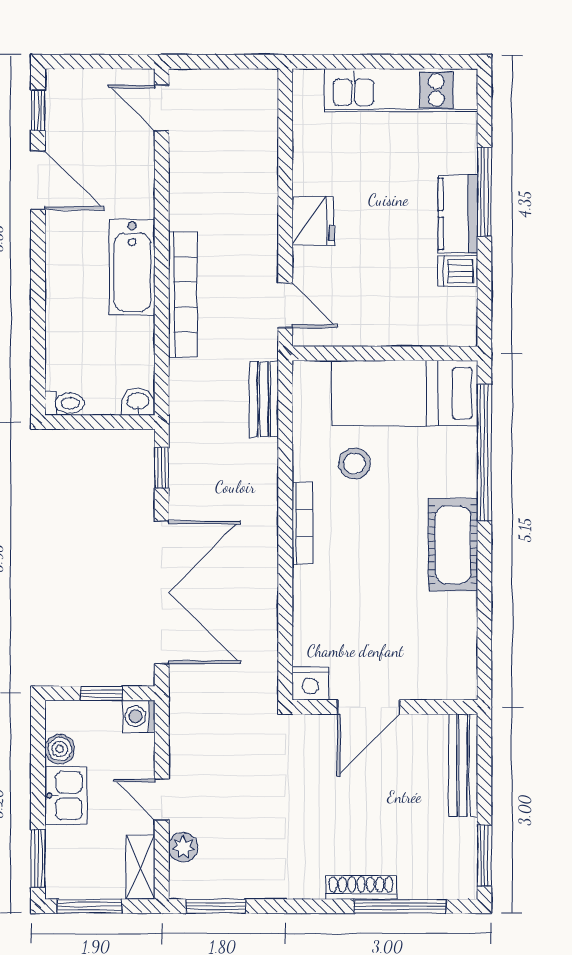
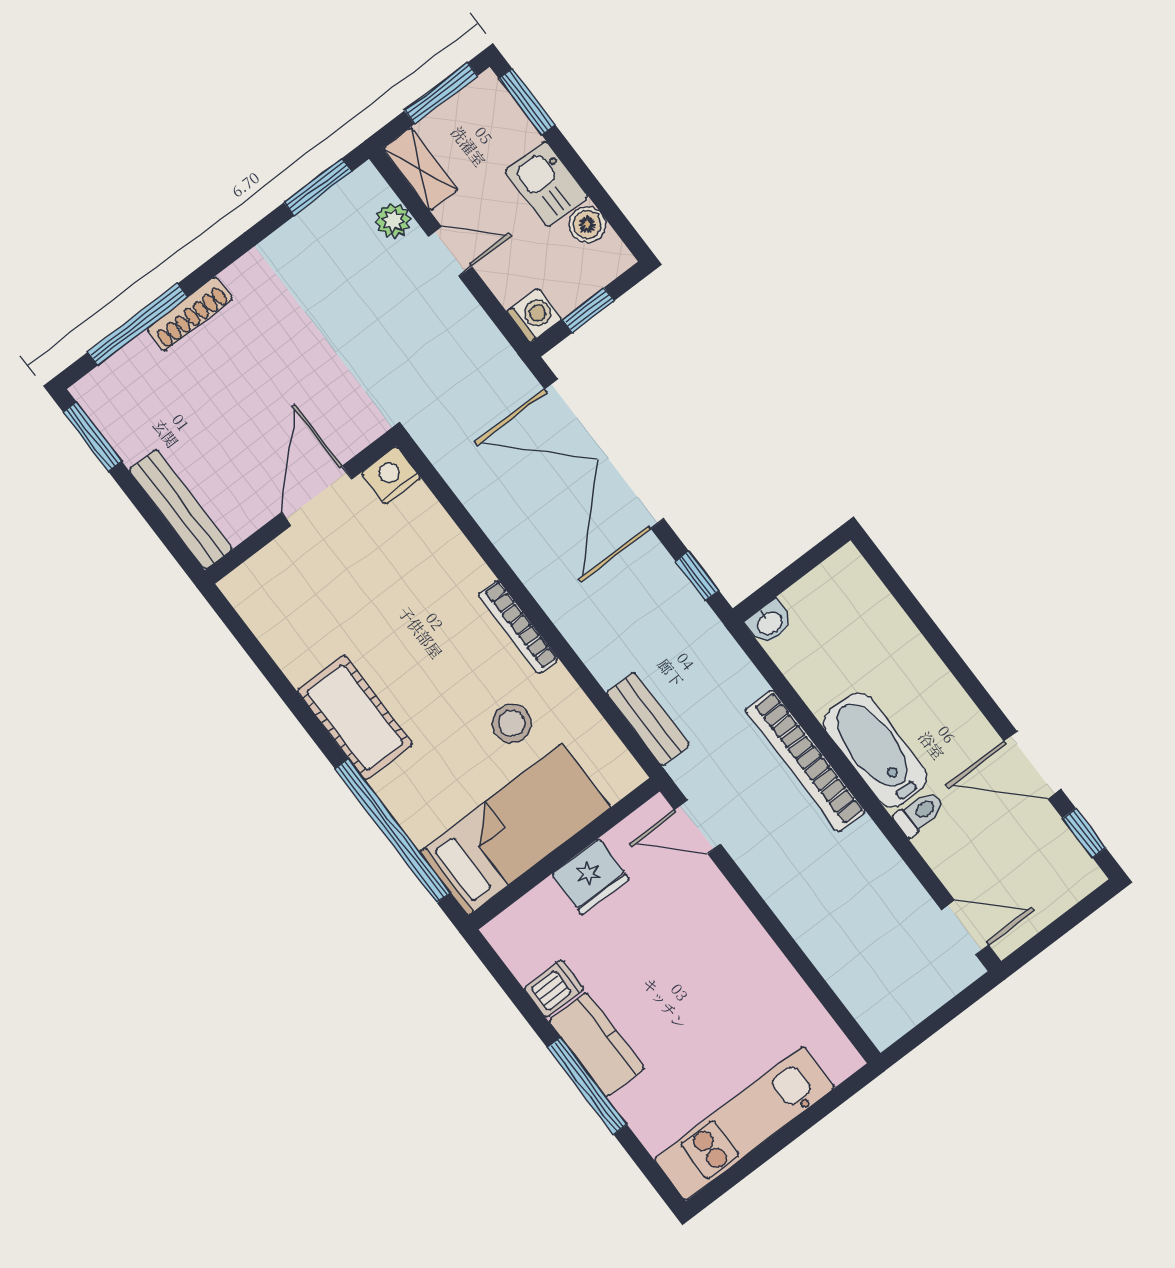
fridge: (313, 221) -> (590, 877), moved, turned -90
toilet: (65, 403) -> (919, 814), moved, turned 180

